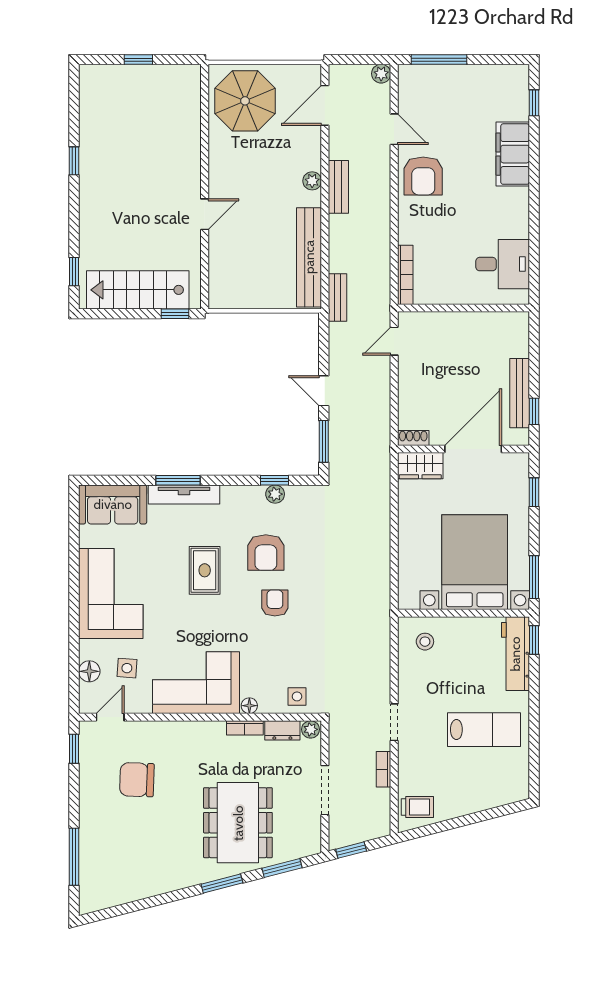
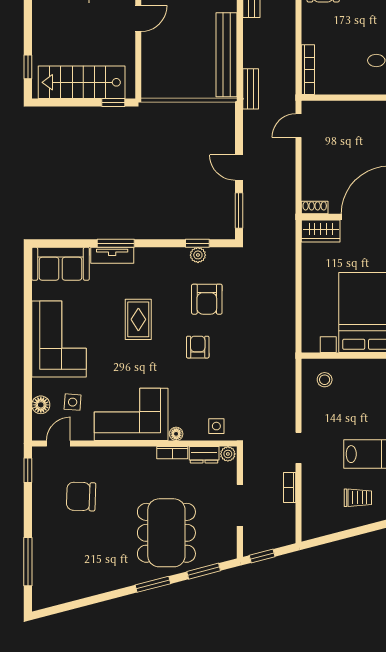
tv unit: (184, 494) -> (112, 255), width x0.71
armchair: (266, 553) -> (207, 299), moved
trolley: (417, 807) -> (358, 498), moved

